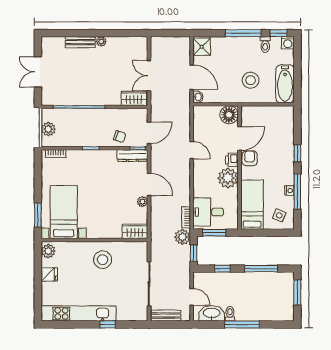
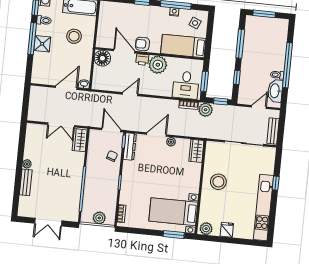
shower: (202, 47) -> (42, 44), moved
window: (242, 324) -> (287, 65), width x1.46

